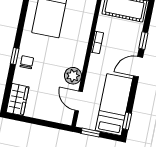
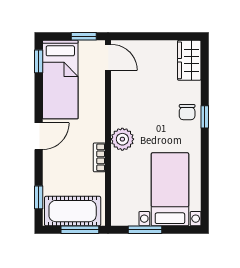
window: (143, 41) -> (39, 197), moved
plant: (73, 76) -> (122, 139), moved
door: (79, 101) -> (108, 57), moved

